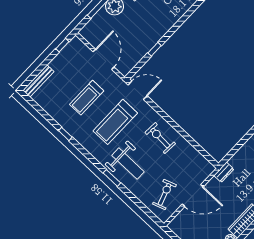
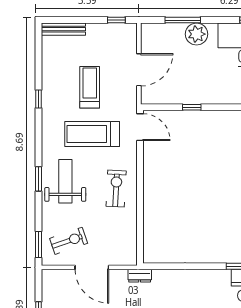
treadmill: (87, 98) -> (90, 87), turned 90
weight bench: (128, 164) -> (65, 181), turned 180
window: (150, 214) -> (38, 245), added

